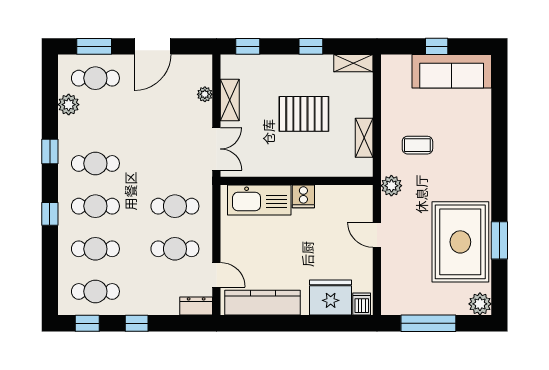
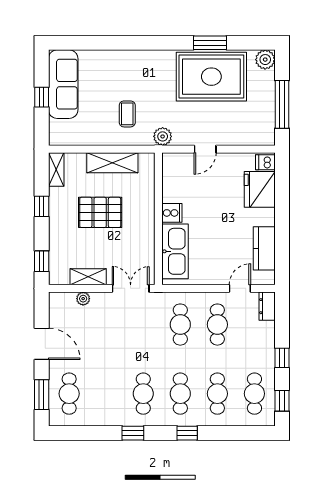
plant: (69, 105) -> (92, 417), removed
pallet: (304, 114) -> (100, 212), turned 90
shelving: (364, 138) -> (112, 163), width x1.50, depth x1.33
kitchen counter: (263, 303) -> (264, 248), width x0.67

